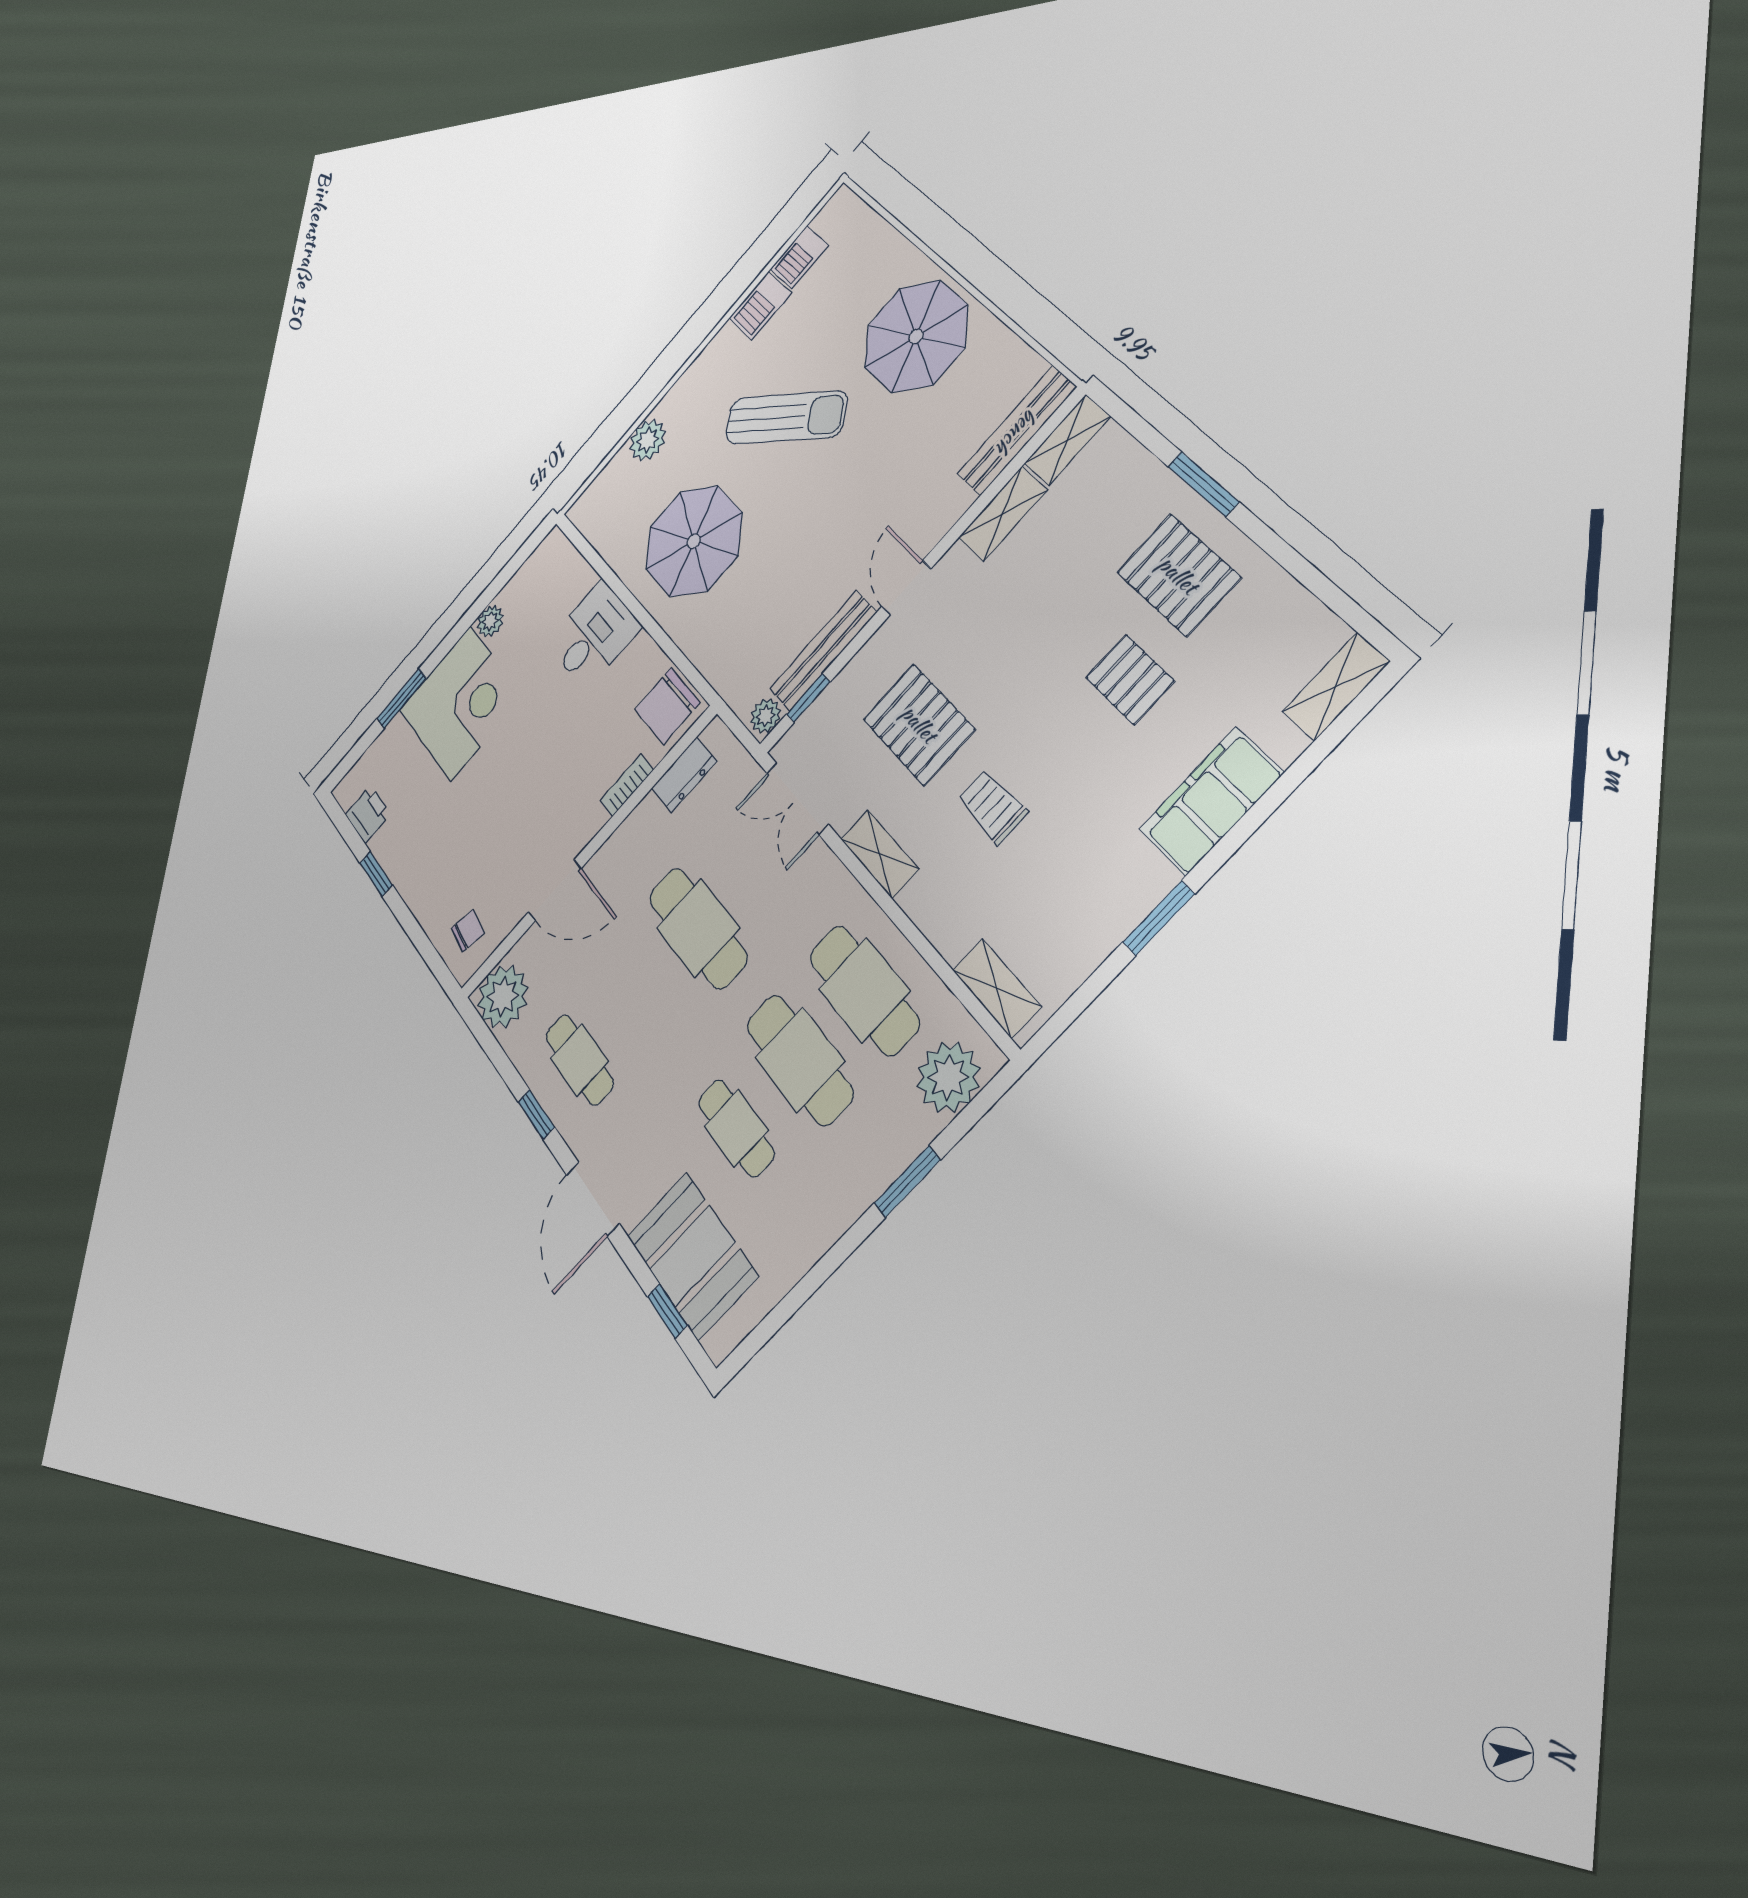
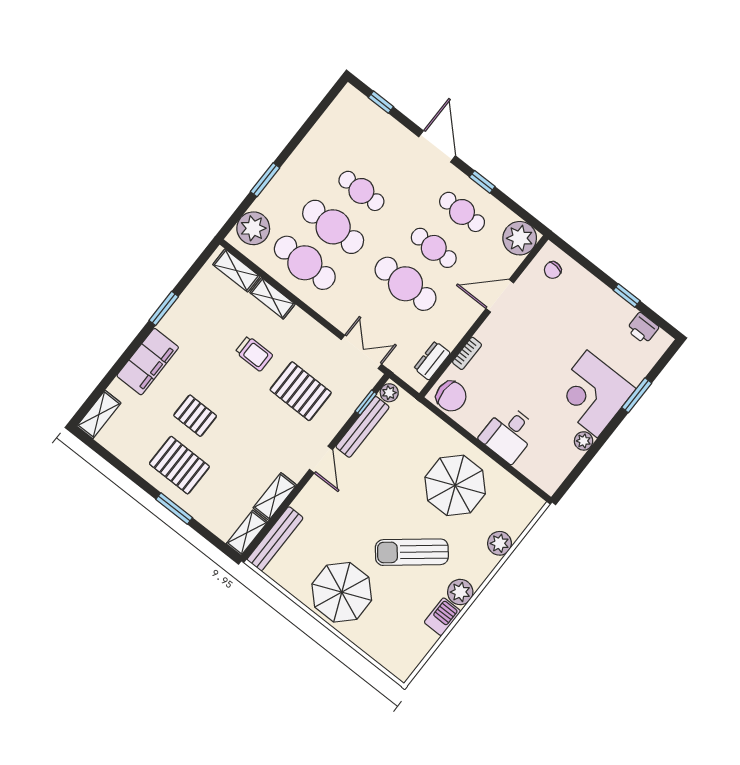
barbecue: (799, 257) -> (423, 643), removed
plant: (724, 351) -> (460, 592), added
chair: (667, 706) -> (451, 396), turned 90
shelving: (880, 854) -> (272, 298), moved
cafe table: (638, 994) -> (434, 248), added
booth: (692, 1256) -> (373, 129), removed

